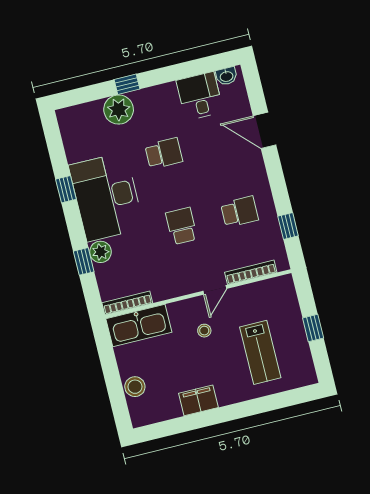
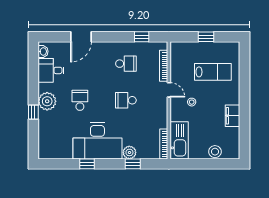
plant: (119, 110) -> (47, 101), moved
school desk: (239, 212) -> (126, 64), turned 90

